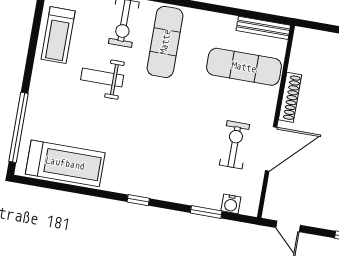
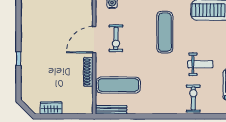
exercise mat: (165, 42) -> (165, 32), moved

